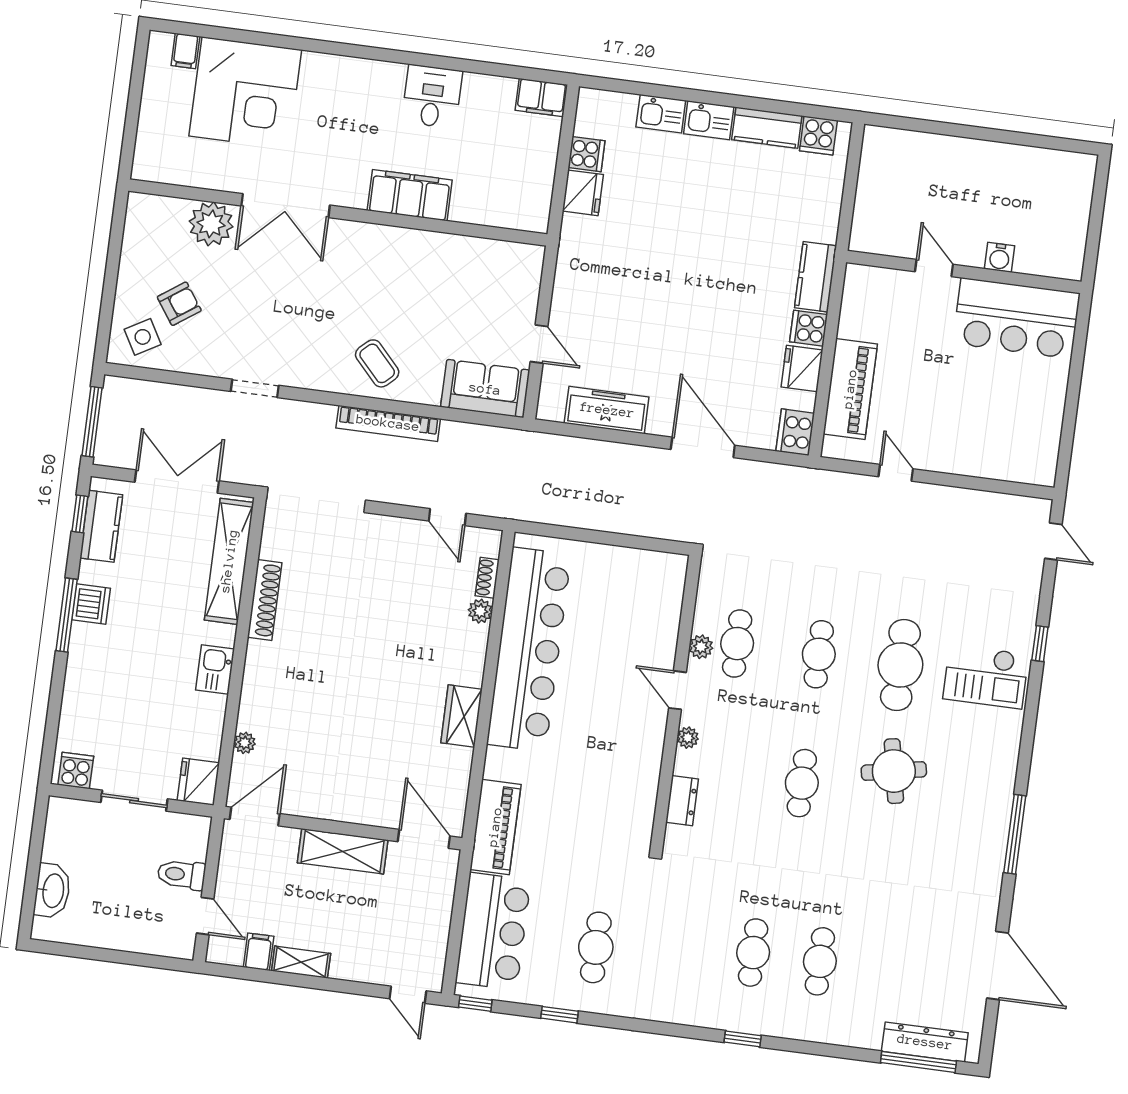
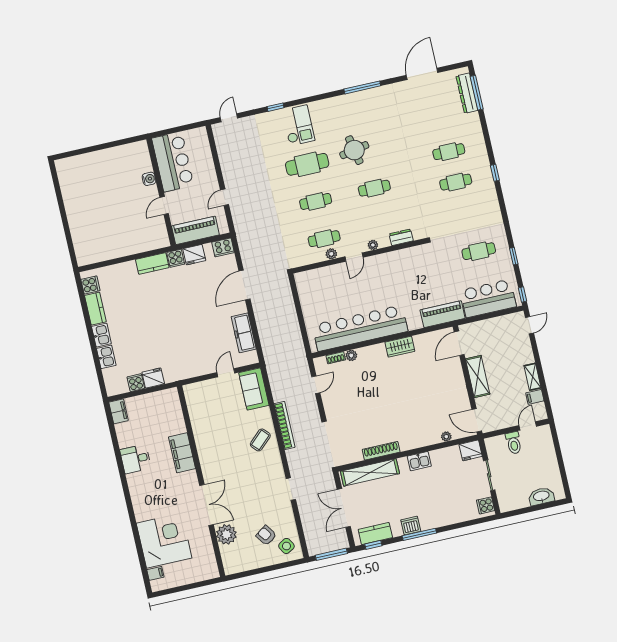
water cooler: (1000, 257) -> (149, 179), moved
door: (934, 268) -> (164, 206), moved
wall: (964, 272) -> (161, 192), moved
bar counter: (1016, 318) -> (173, 162), moved

